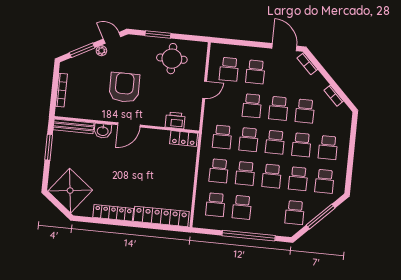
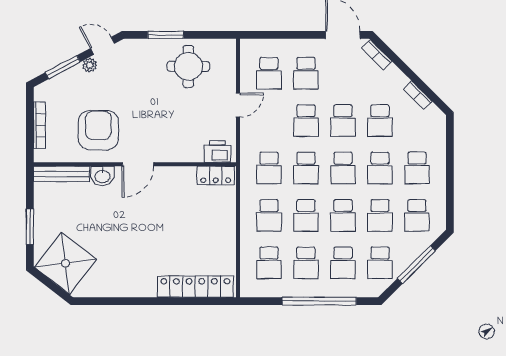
armchair: (124, 87) -> (98, 130), moved
printer: (175, 120) -> (218, 152), moved
window: (49, 147) -> (30, 227), moved
school desk: (268, 210) -> (343, 263), added
locker: (113, 213) -> (128, 288), removed

